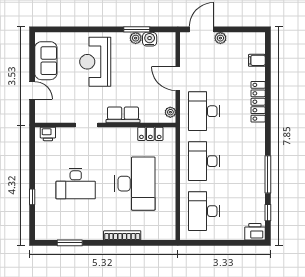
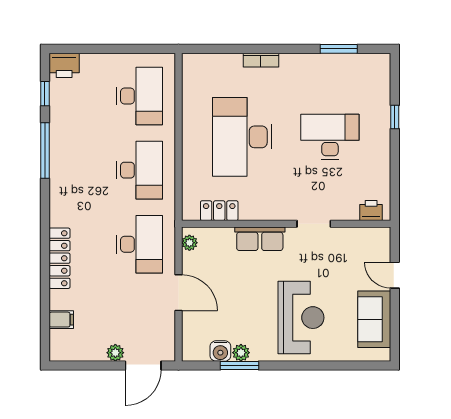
bookcase: (122, 235) -> (261, 60), width x0.64

